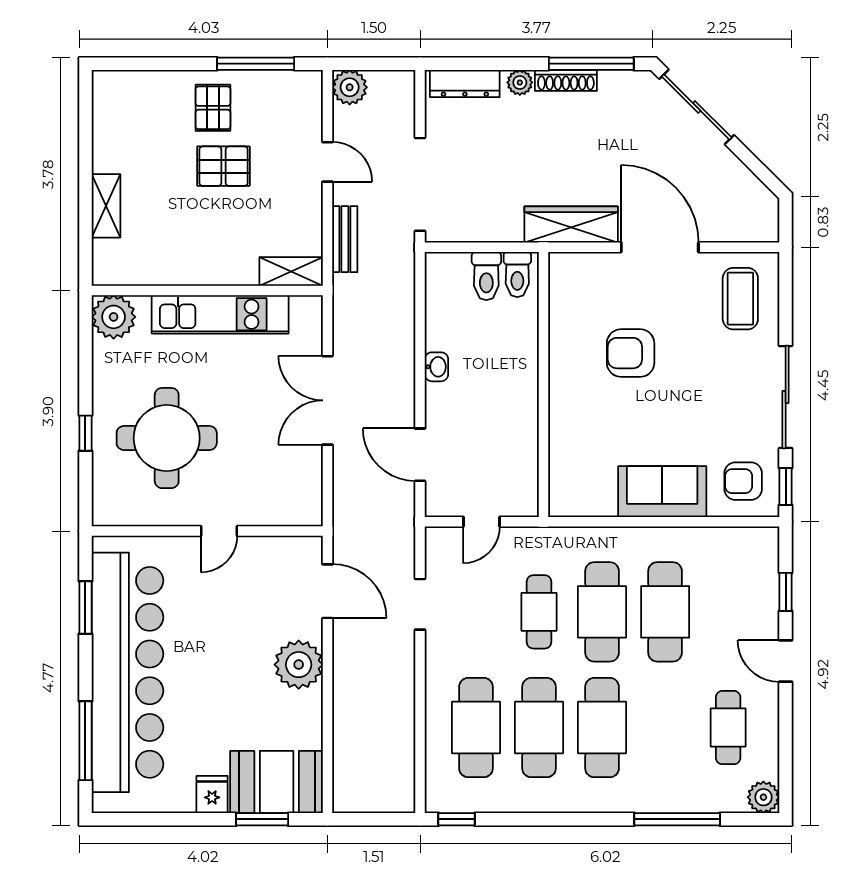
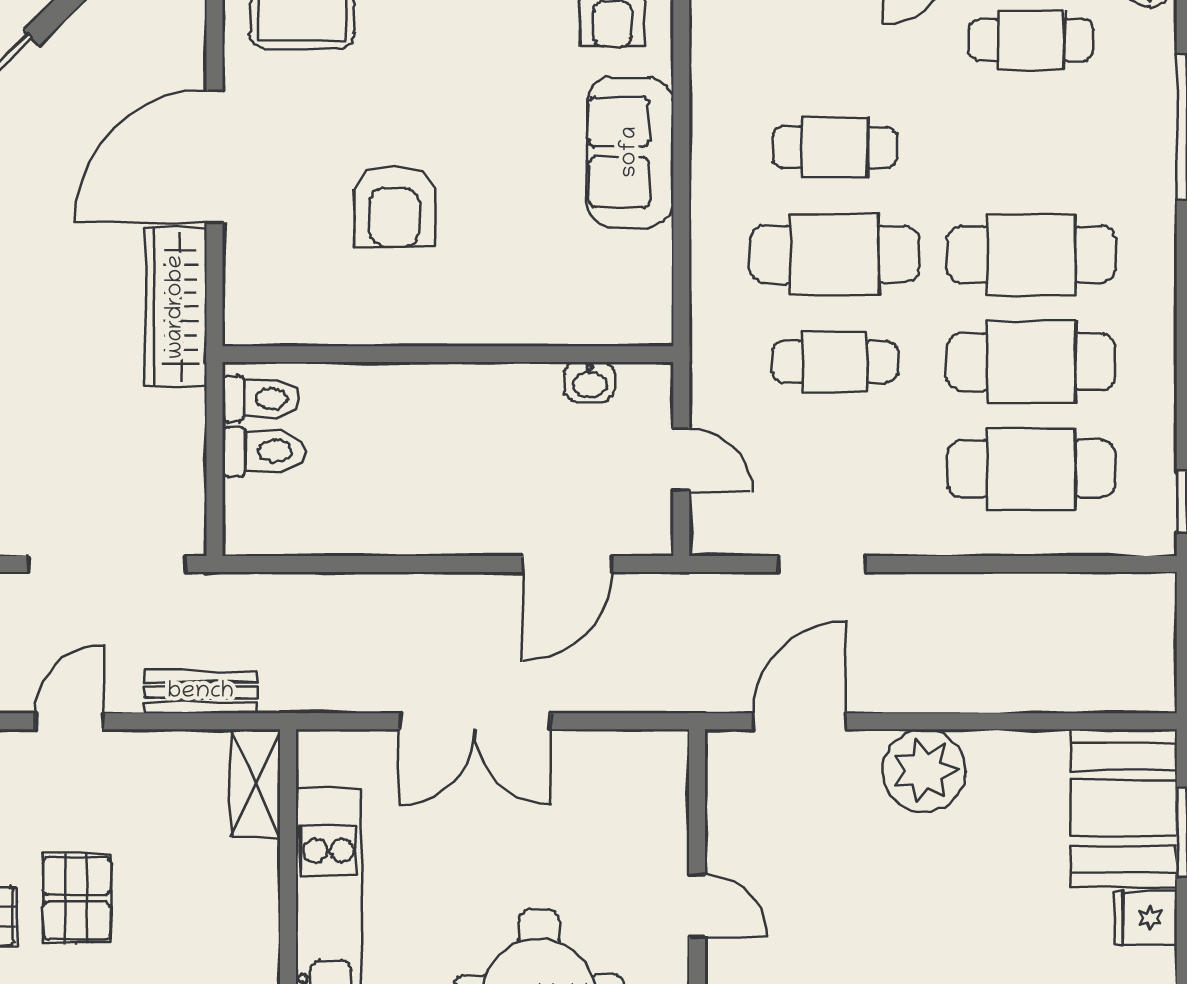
washbasin: (436, 367) -> (590, 382), moved, turned 180
cafe table: (665, 612) -> (835, 147), width x0.73, depth x0.74

